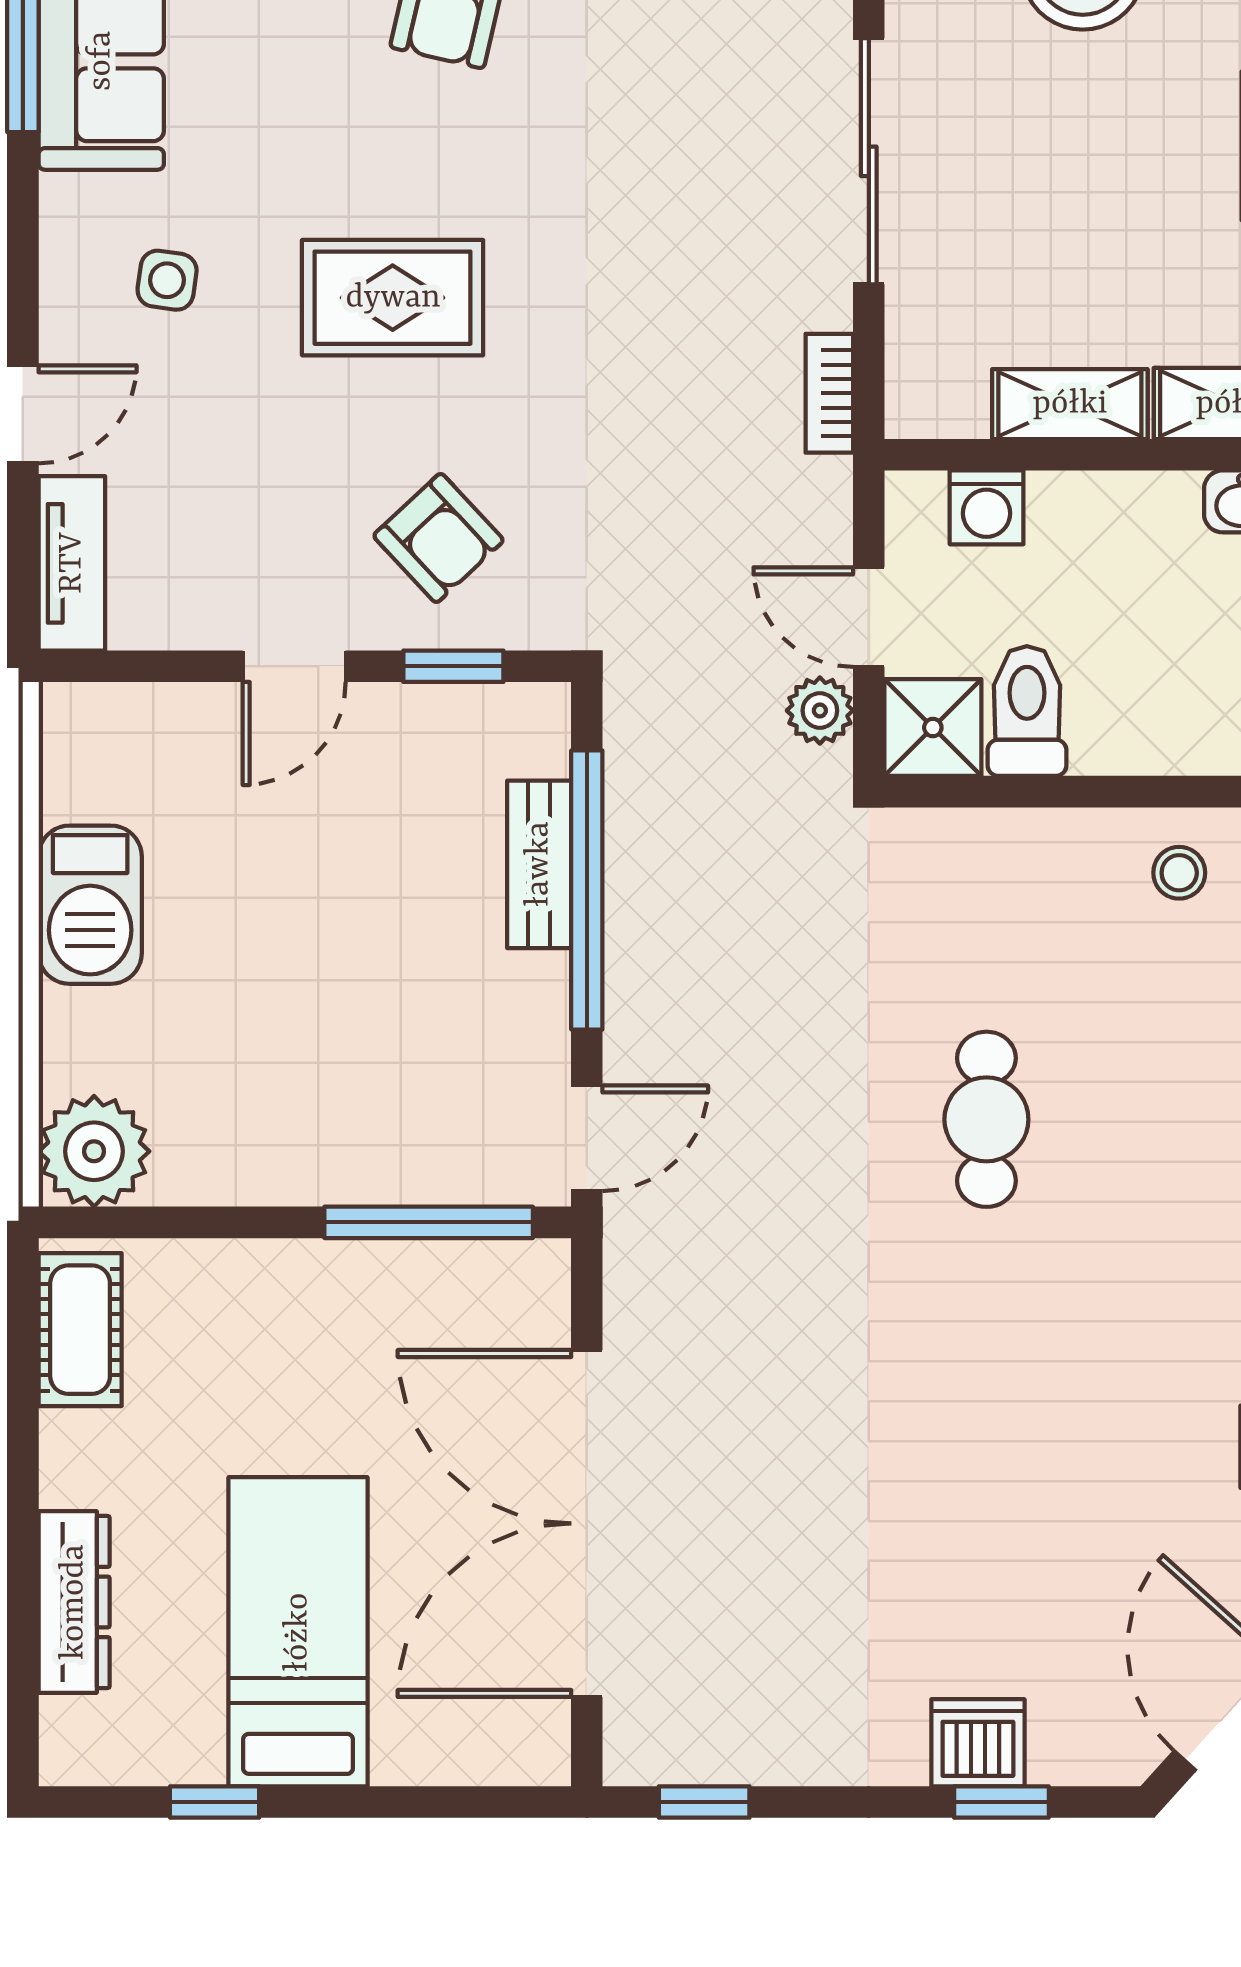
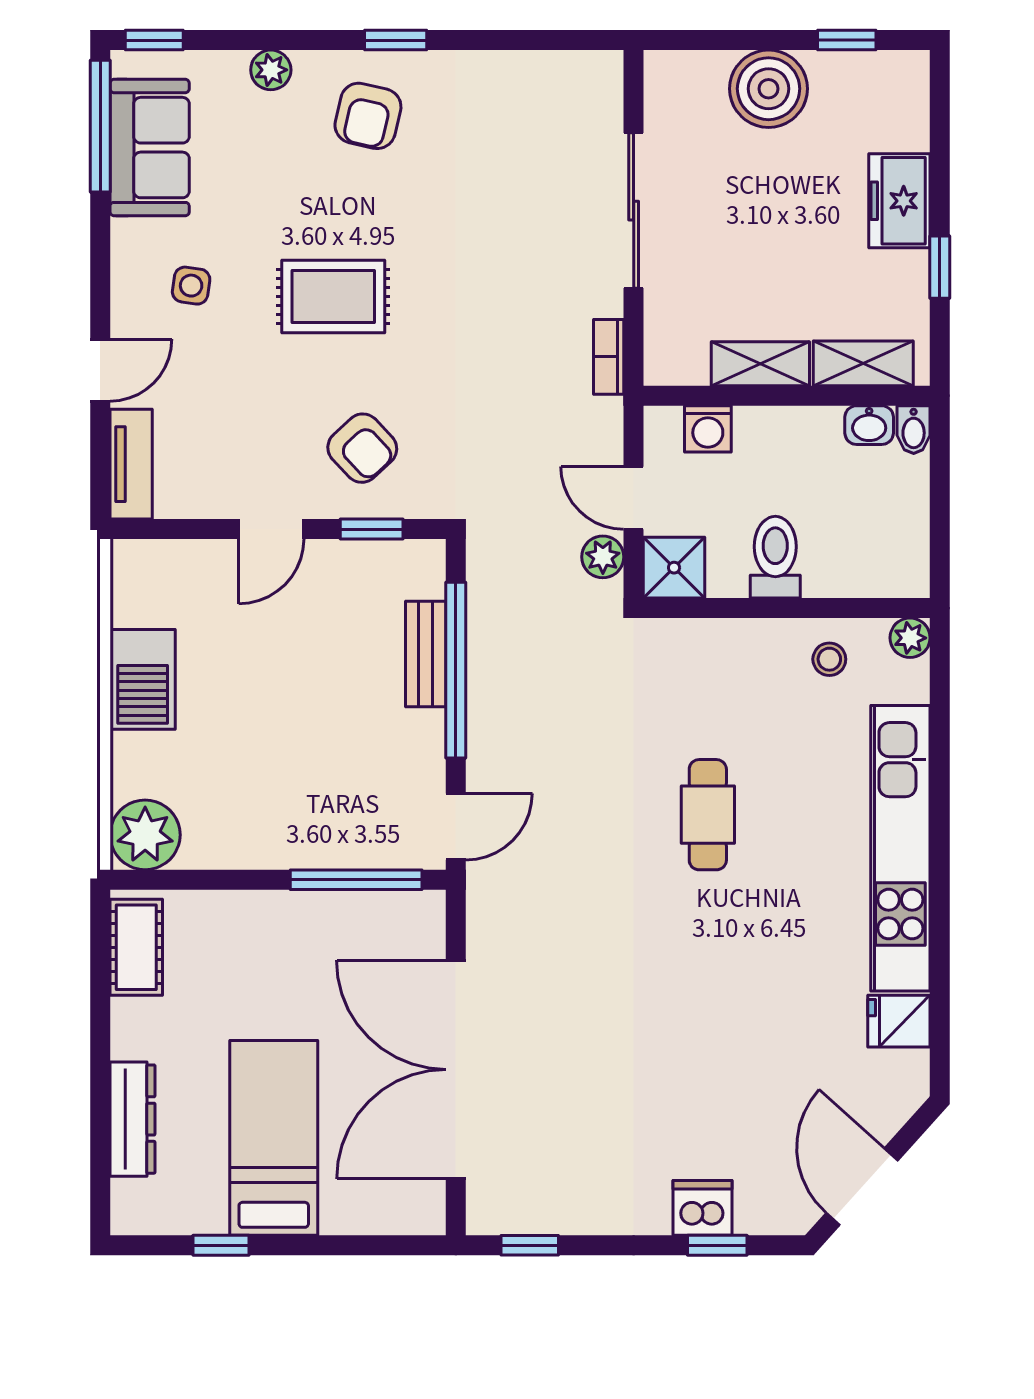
toilet: (1027, 711) -> (775, 557), moved

